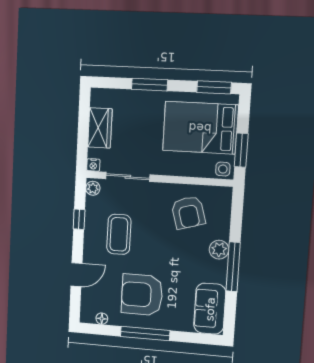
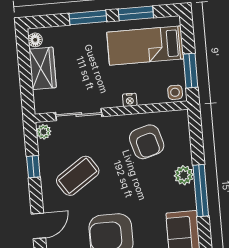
window: (214, 87) -> (136, 13), moved
floor lamp: (97, 100) -> (35, 40), added
bed: (200, 128) -> (145, 46), width x0.67
nightstand: (93, 165) -> (130, 100), moved
coffee table: (119, 234) -> (78, 176), turned 56

